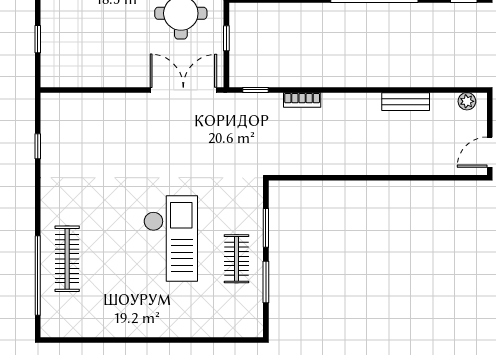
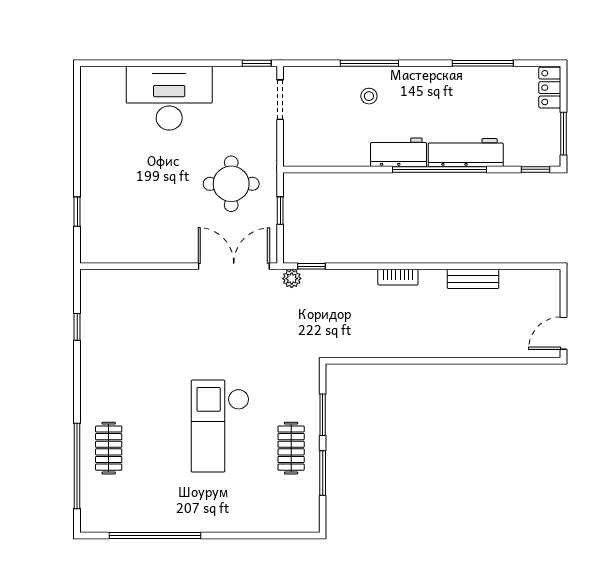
bookcase: (302, 100) -> (398, 277), moved
plant: (467, 101) -> (292, 279), moved
checkout: (171, 238) -> (220, 426), turned 180
clothes rail: (67, 259) -> (109, 448), width x0.73
window: (110, 340) -> (155, 535), added

